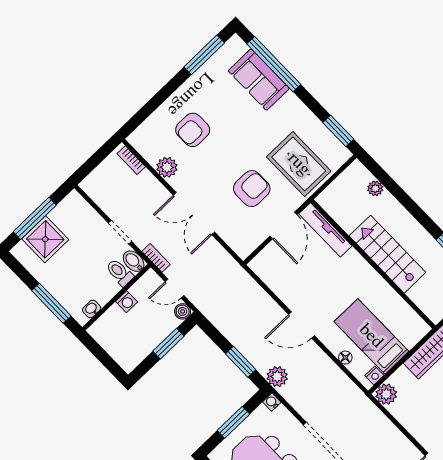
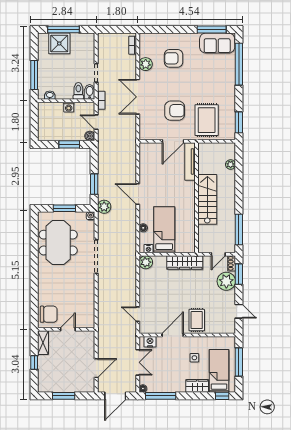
sofa: (259, 80) -> (217, 43), moved, turned -90

